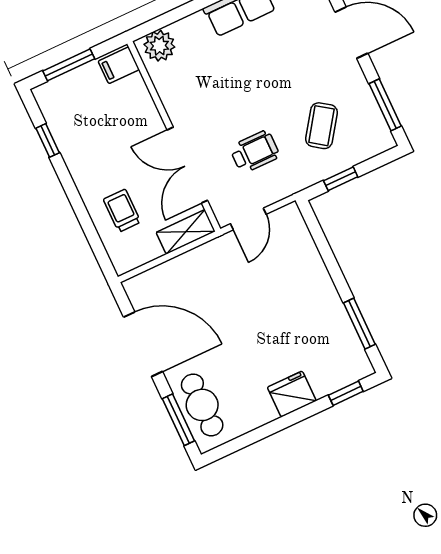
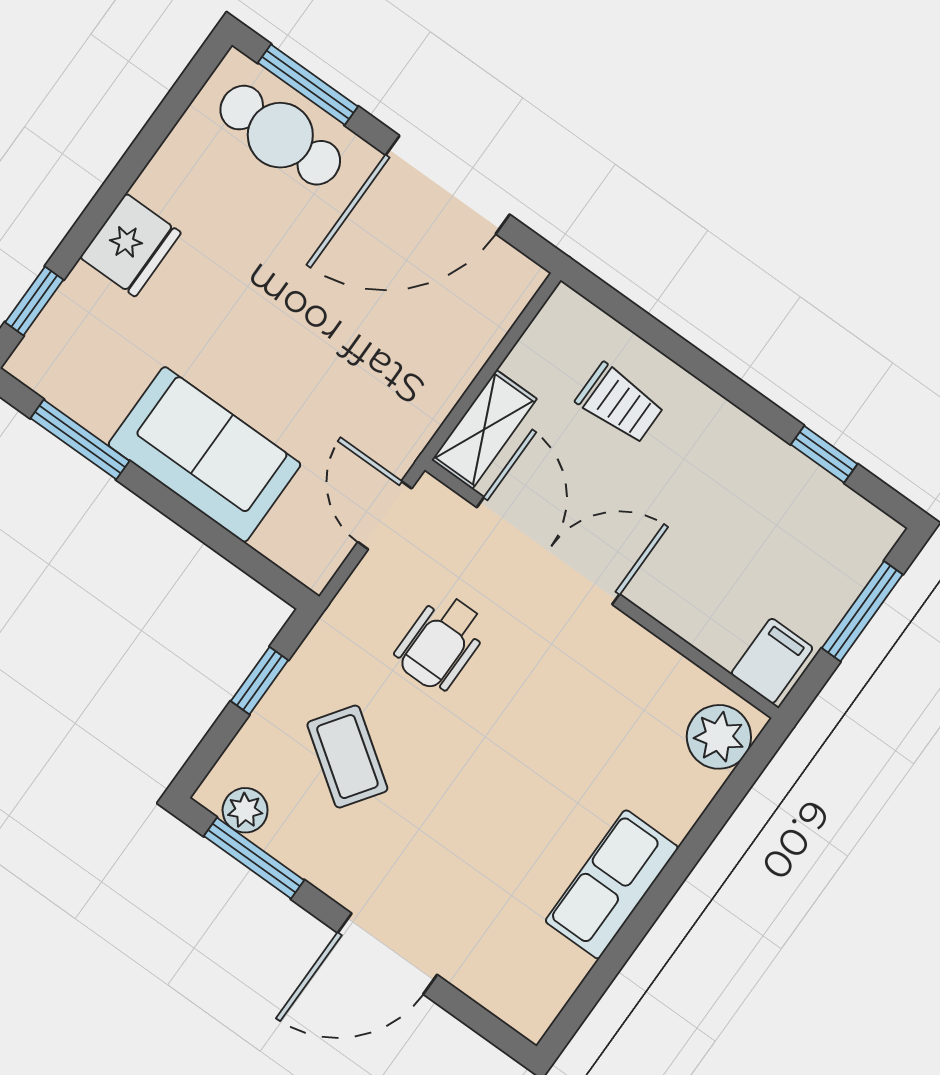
plant: (378, 127) -> (245, 810), added
sofa: (310, 288) -> (205, 454), added

